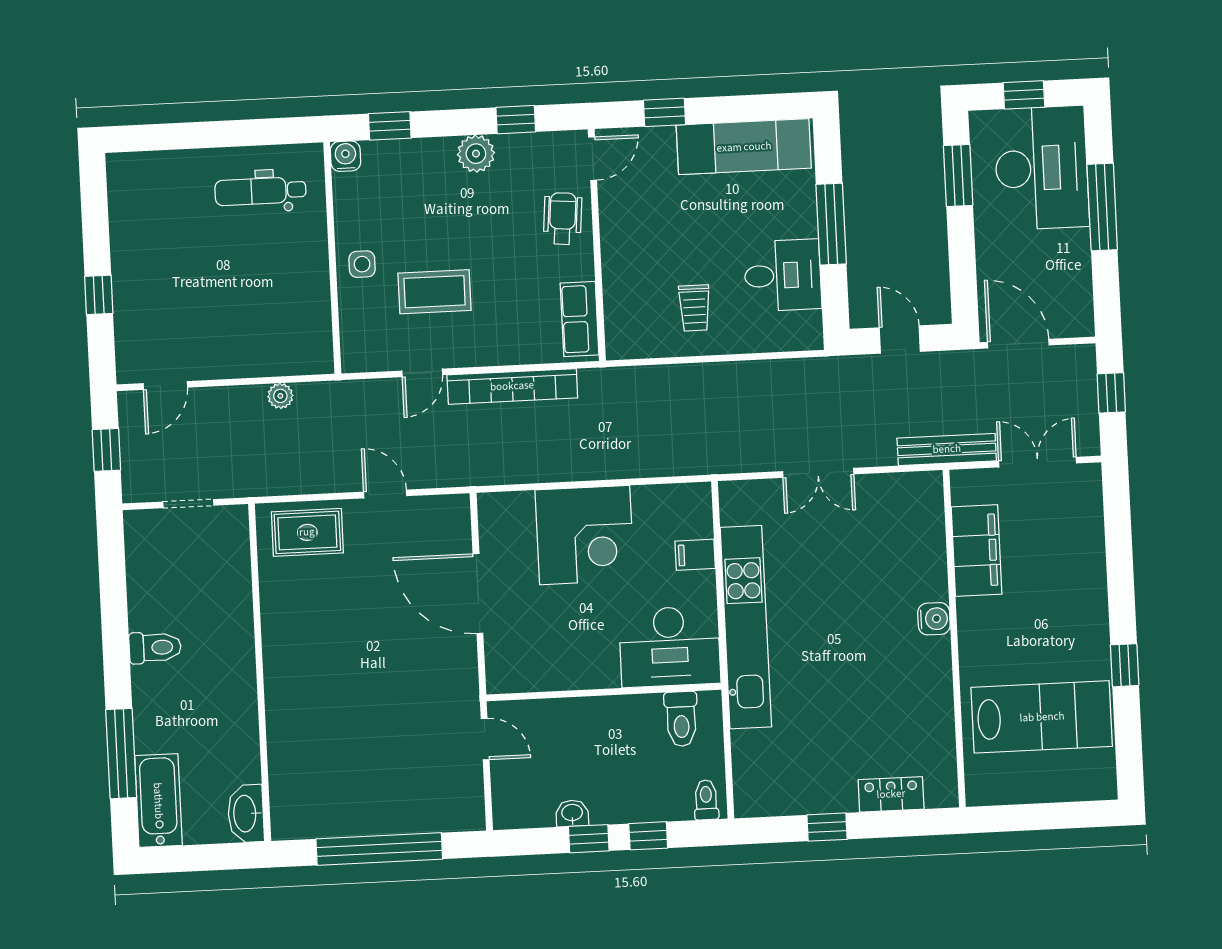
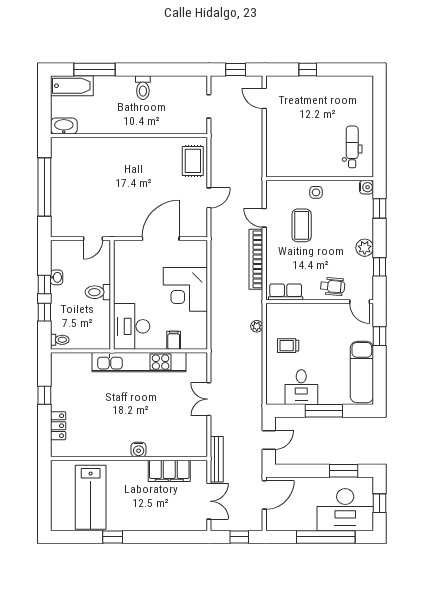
window: (1102, 207) -> (326, 537), width x1.46
plant: (280, 396) -> (257, 326), moved
toilet: (681, 719) -> (98, 292), moved

